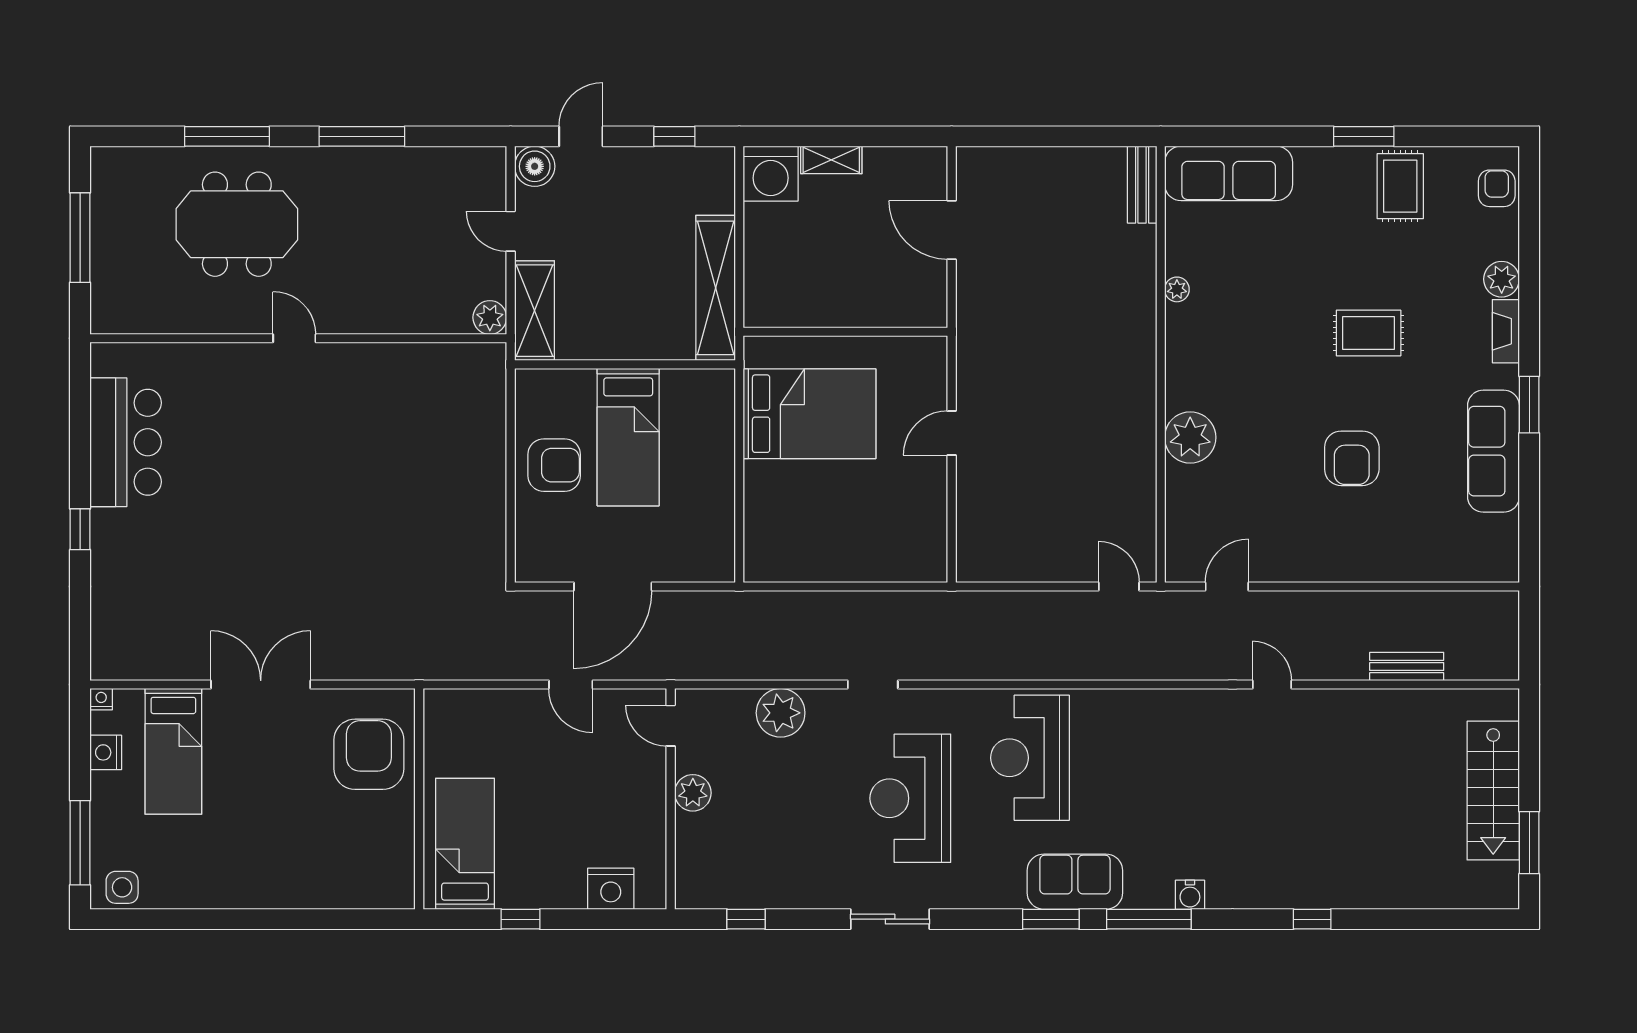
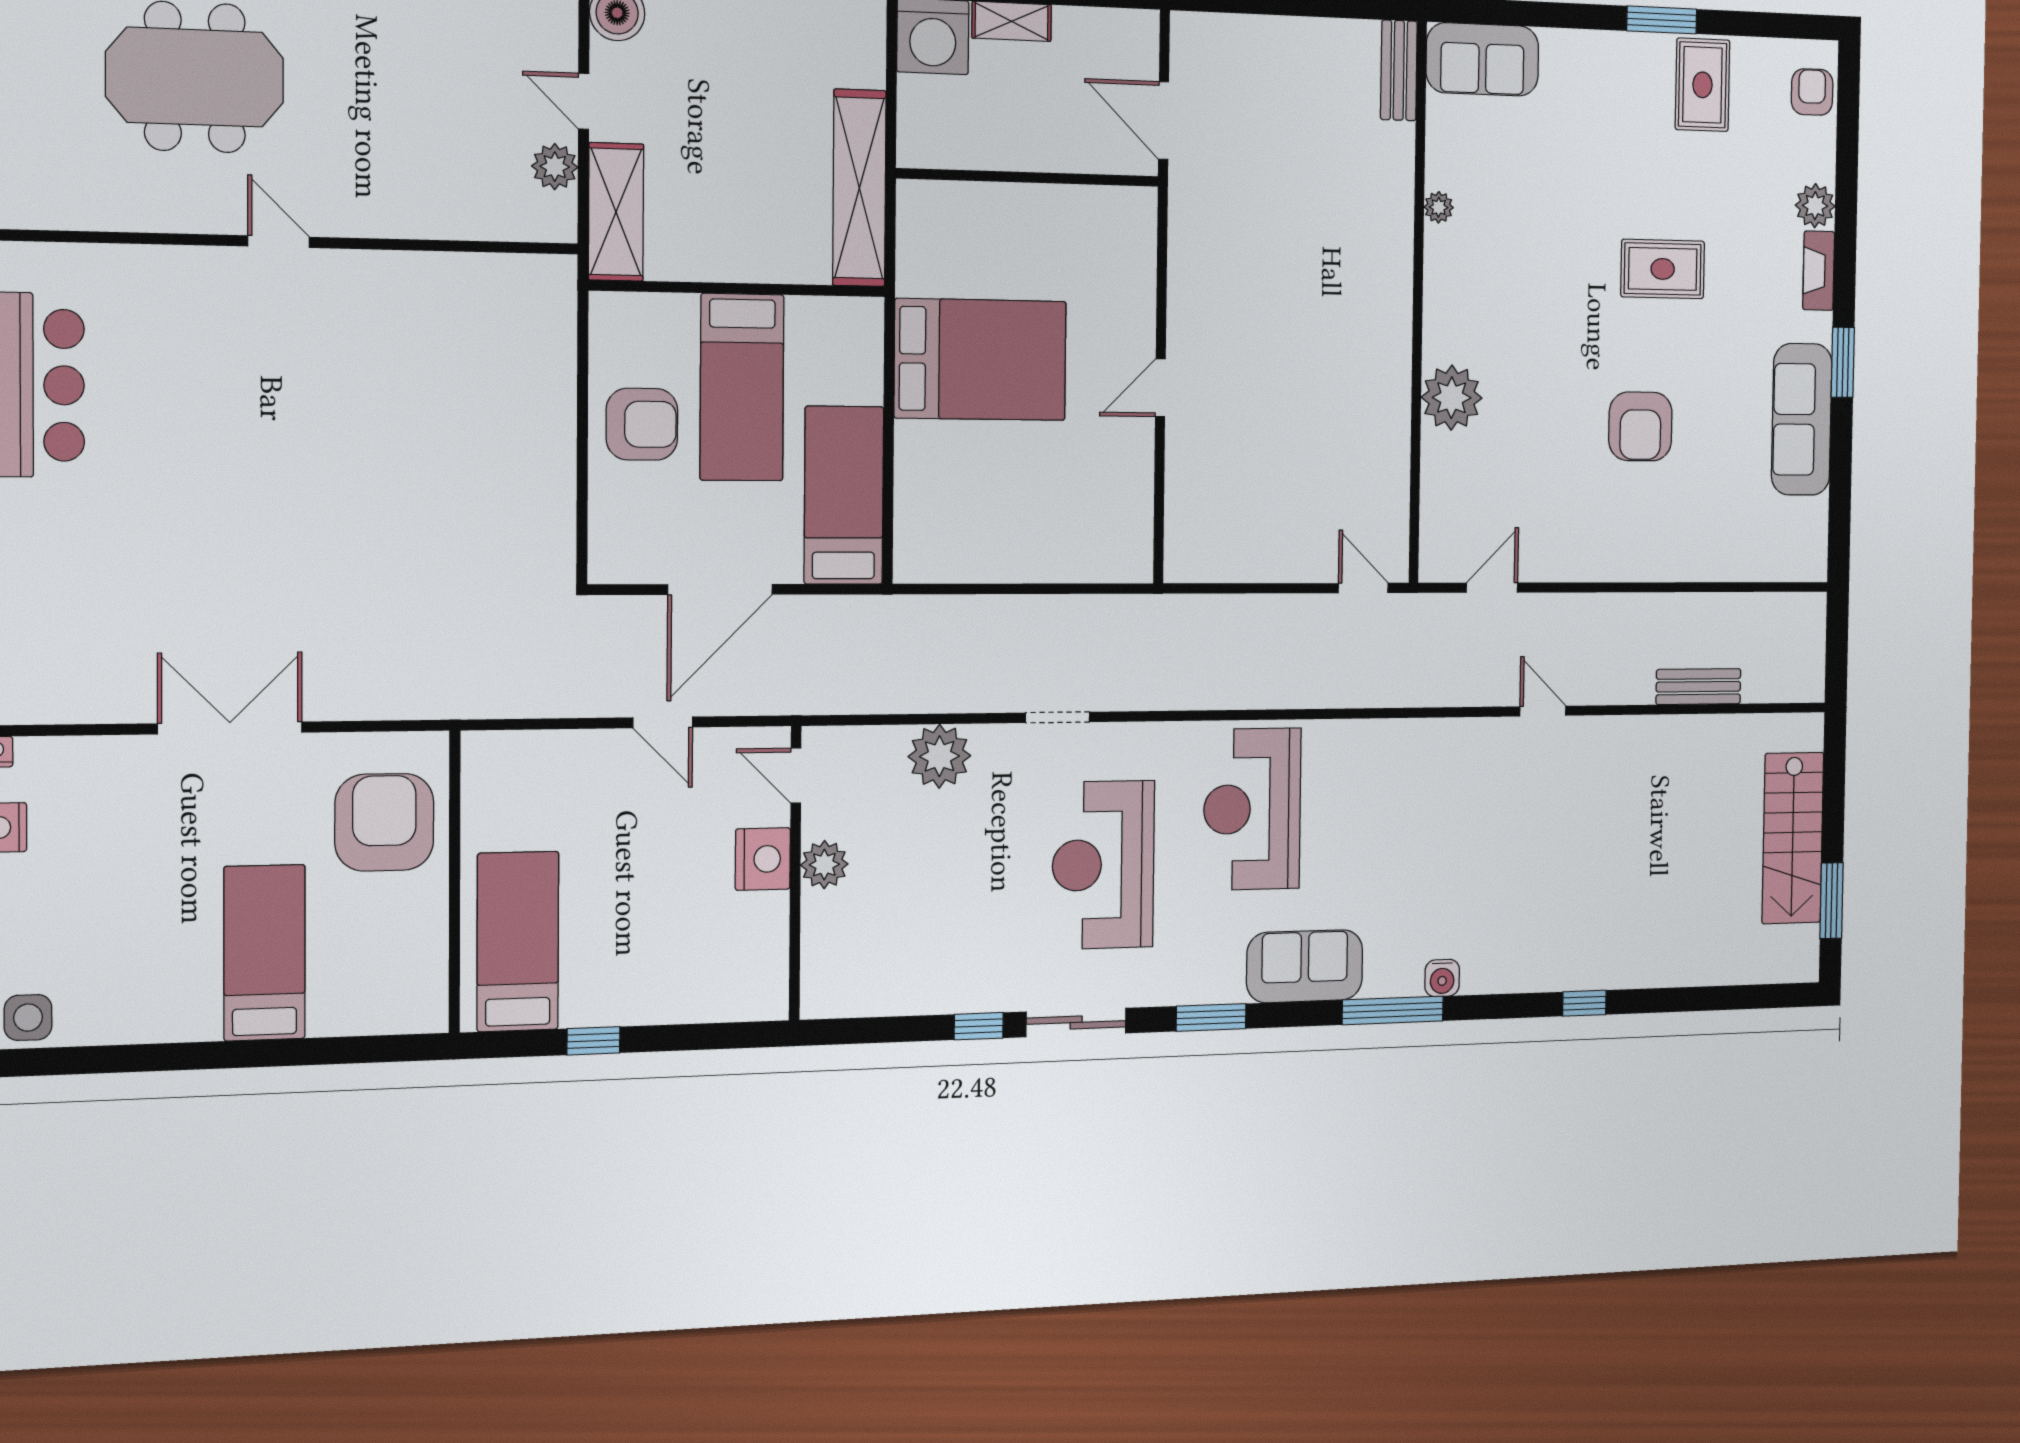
sofa: (1229, 173) -> (1482, 59), width x0.73
plant: (490, 317) -> (555, 167), moved
wall: (845, 332) -> (1028, 177), moved
bed: (706, 516) -> (844, 495), added
bed: (173, 751) -> (265, 953), moved, turned 180
nightstand: (611, 889) -> (763, 859), moved, turned -90
window: (746, 919) -> (979, 1026), moved
window: (1051, 919) -> (1211, 1017), moved

